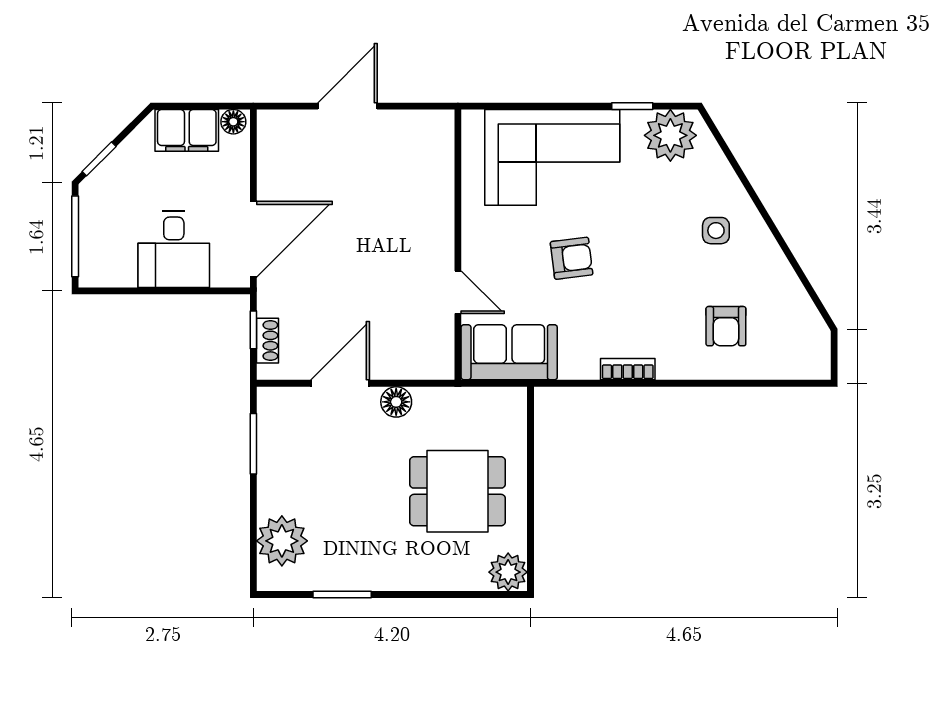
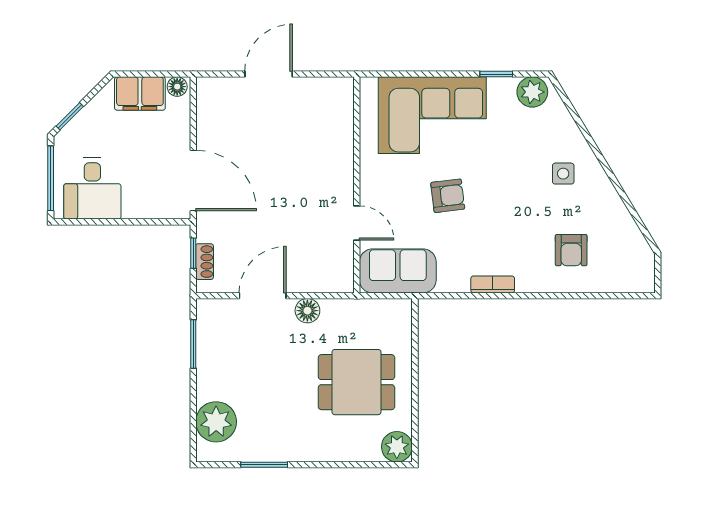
plant: (670, 135) -> (532, 92), width x0.73, depth x0.73
door: (253, 239) -> (193, 181), hinge flipped
desk: (174, 249) -> (92, 189), moved

